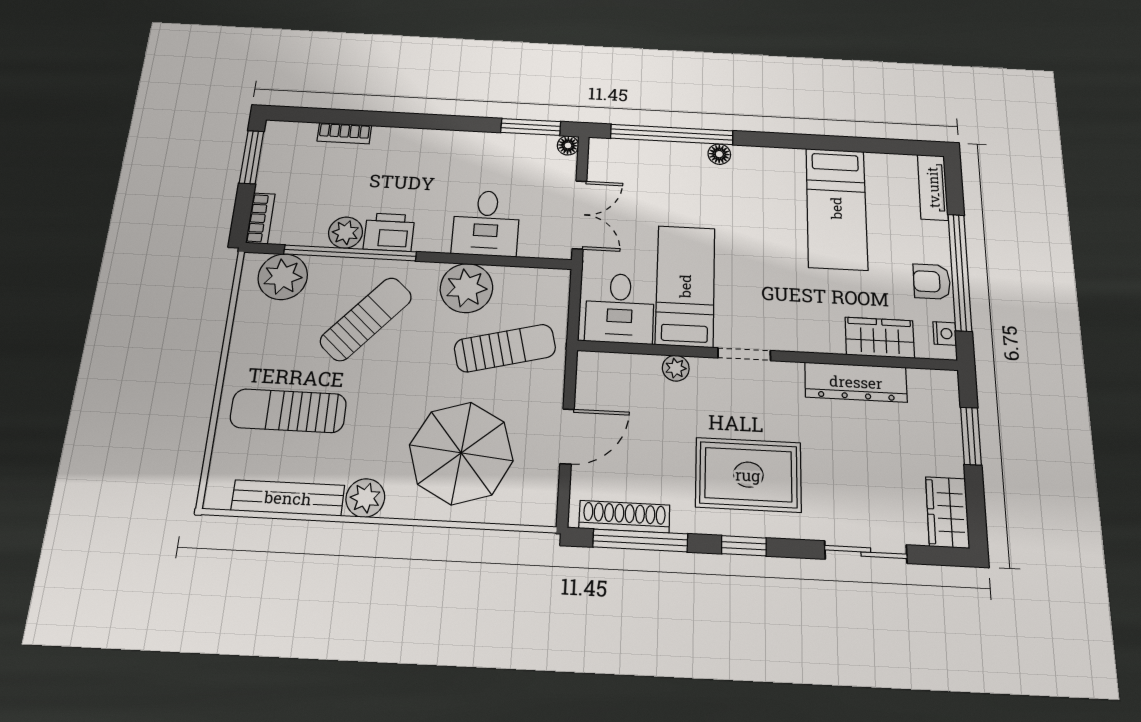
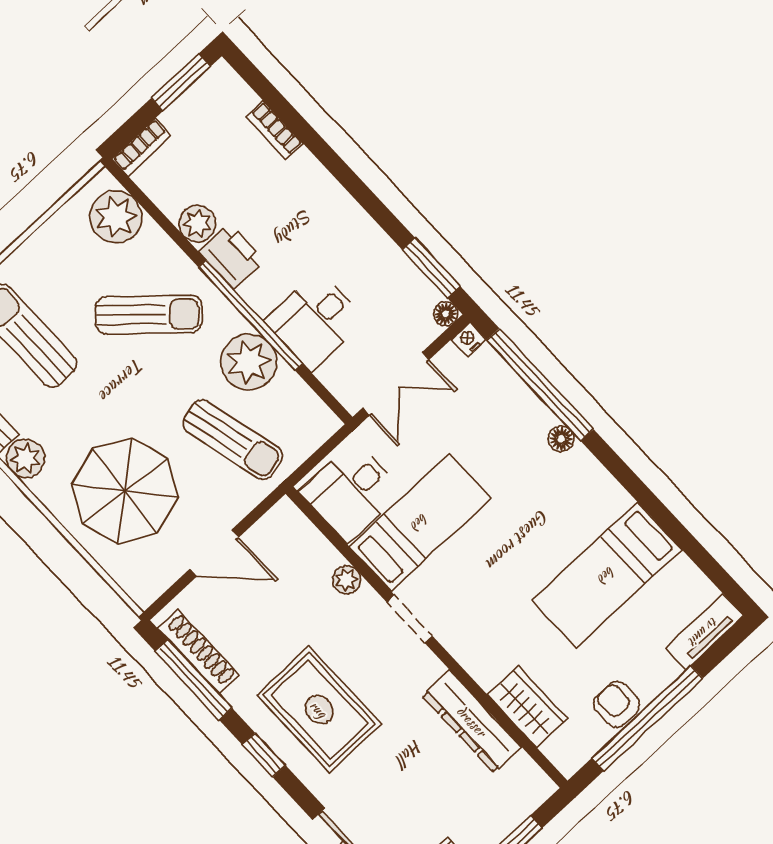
window: (350, 253) -> (251, 315), moved
nightstand: (945, 334) -> (469, 339), moved, turned 180

